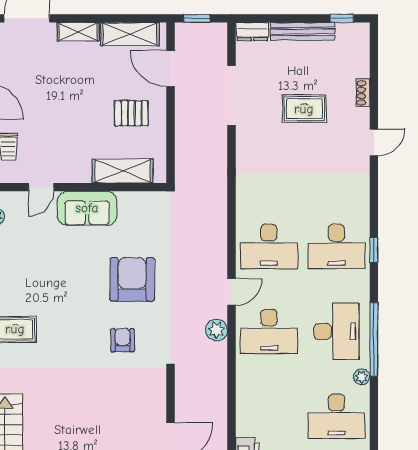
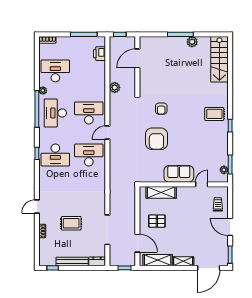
desk: (336, 247) -> (55, 155), turned 180
plant: (217, 330) -> (115, 87), moved

